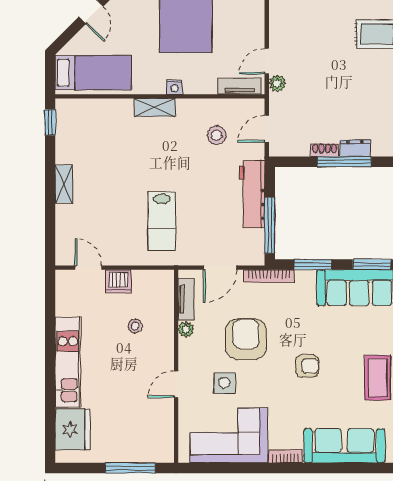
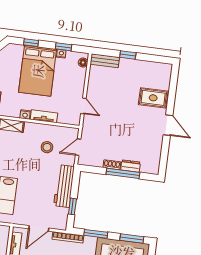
door: (267, 61) -> (83, 106), swing flipped
plant: (277, 83) -> (88, 120), removed
tv unit: (240, 86) -> (44, 116), moved
window: (270, 225) -> (72, 206), width x0.46

